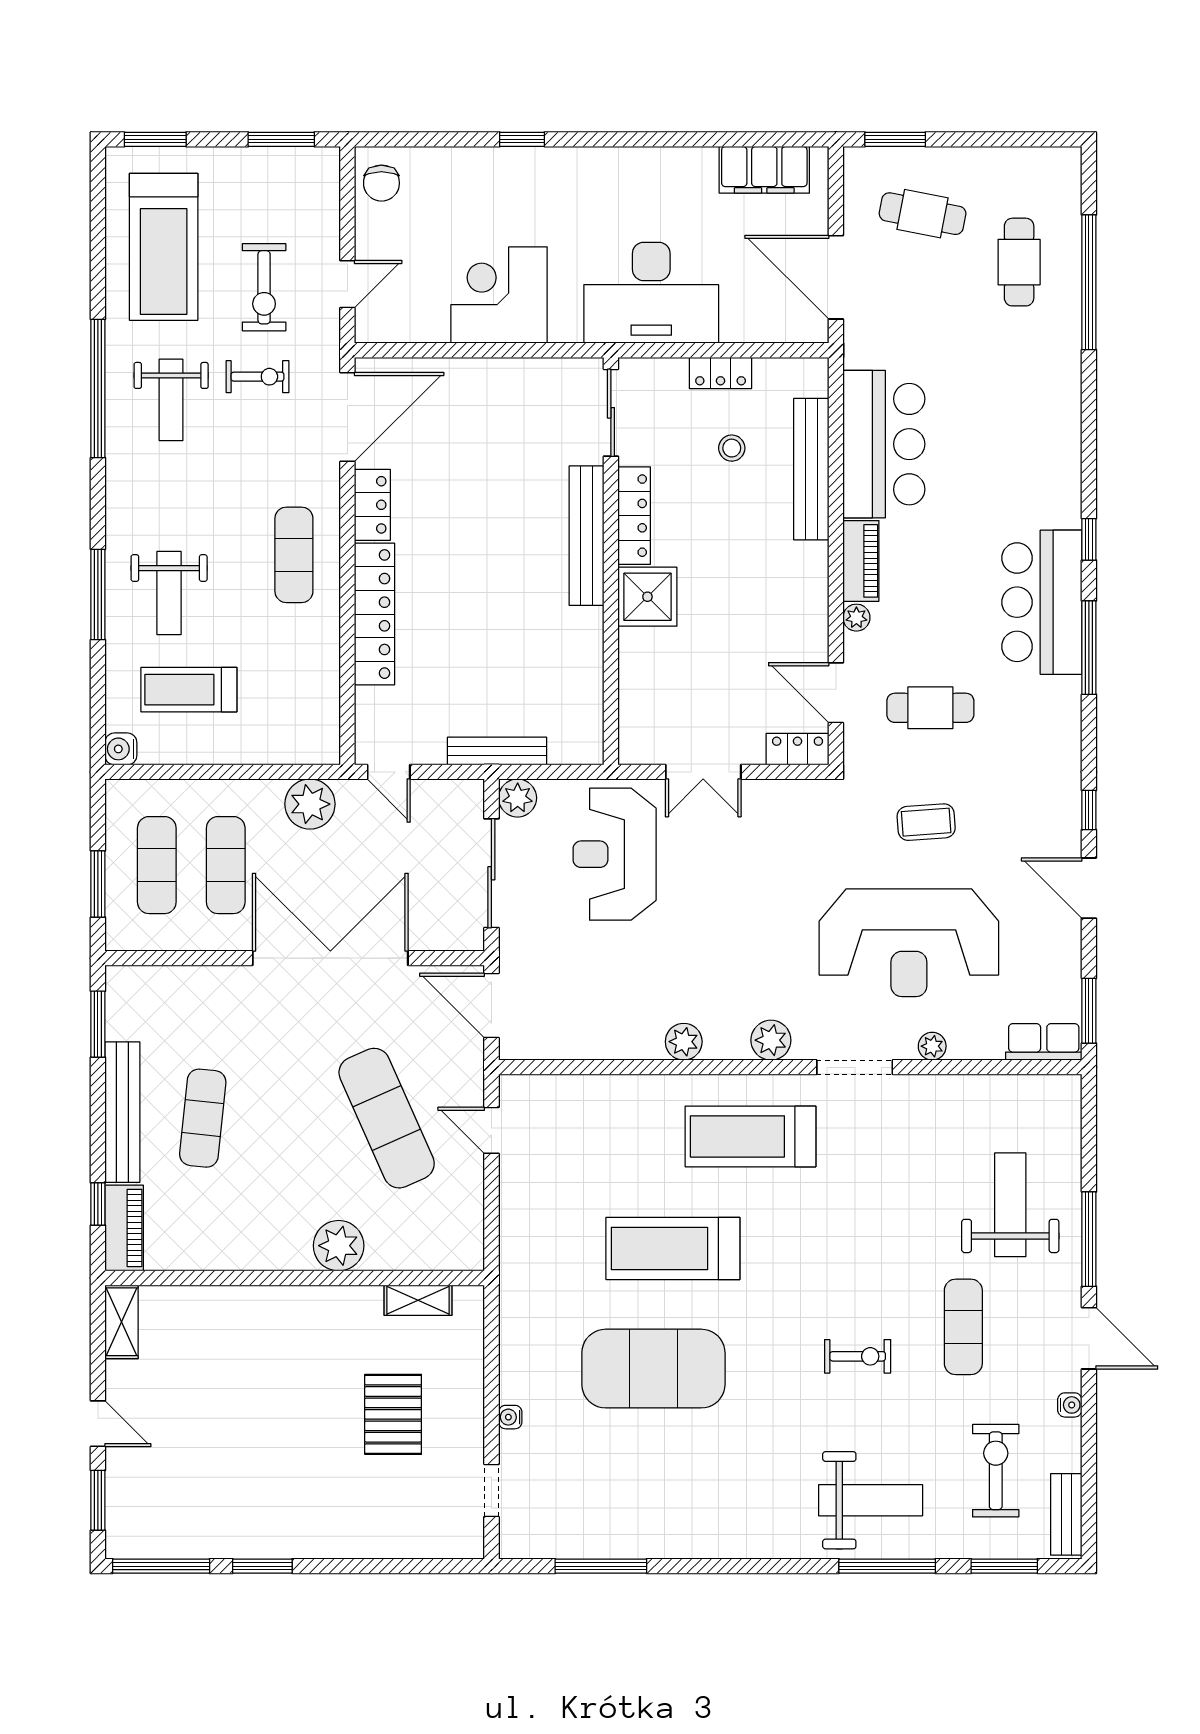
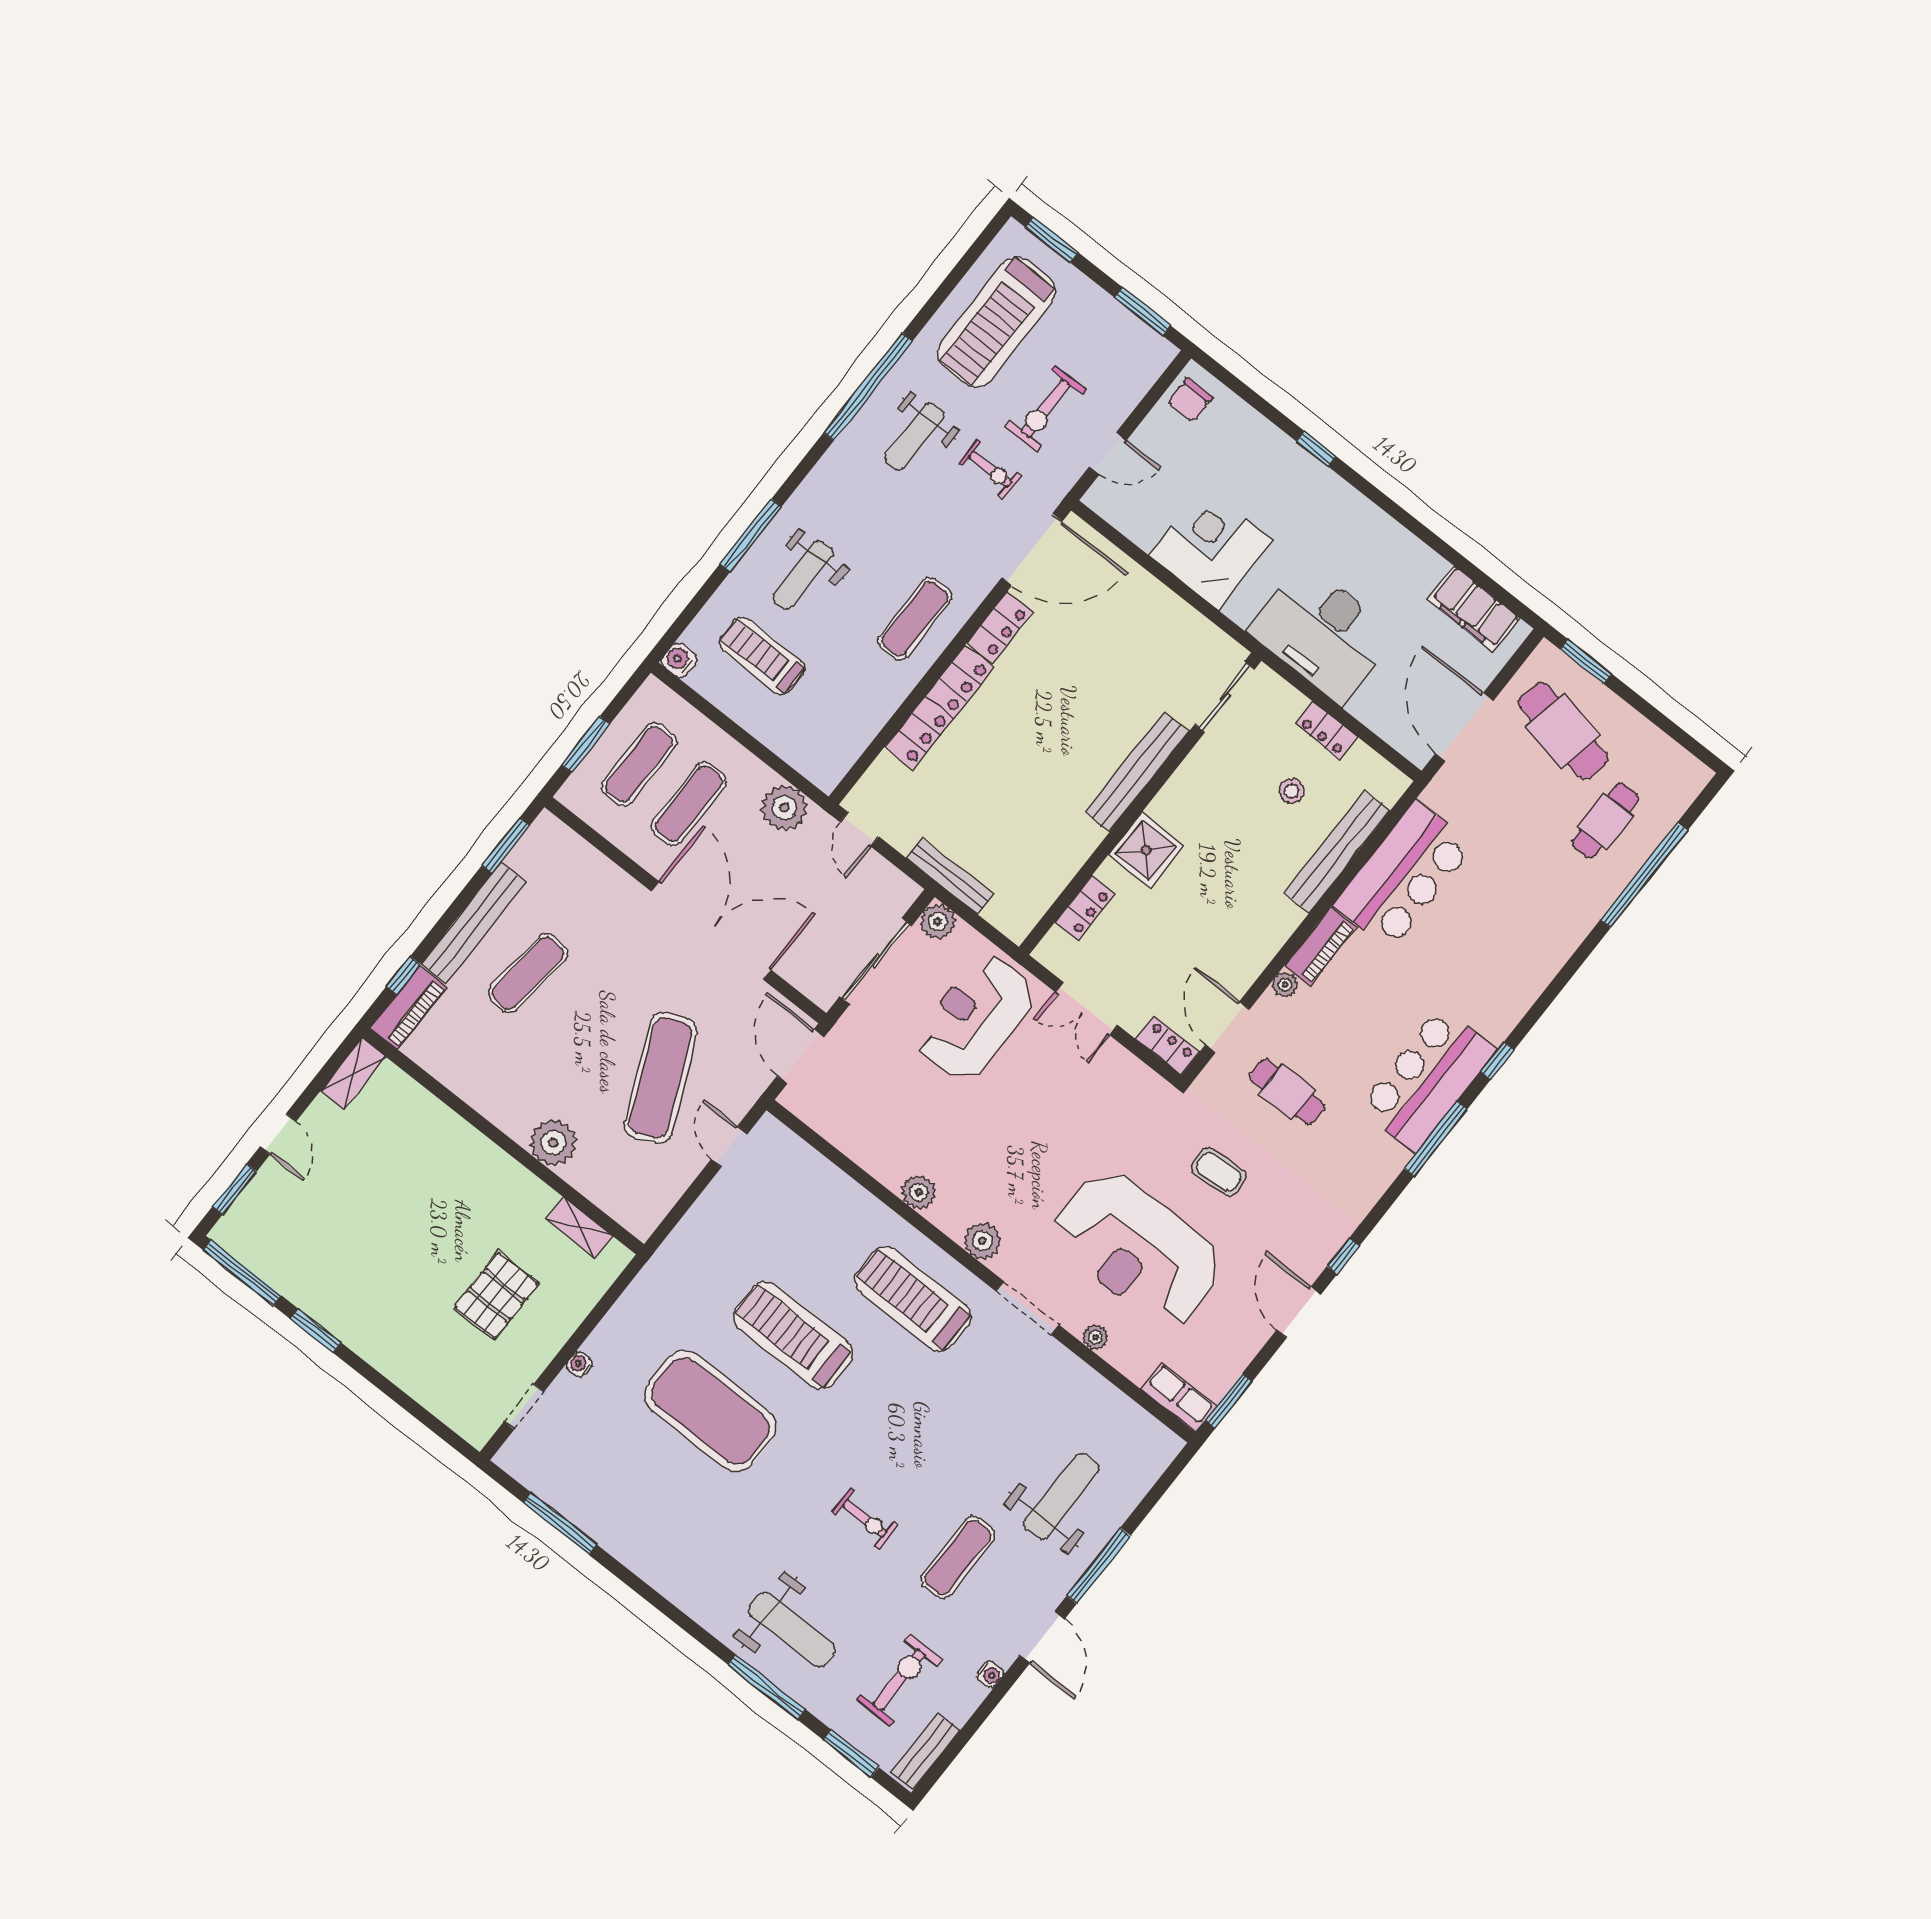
cafe table: (923, 214) -> (1563, 731), width x1.37, depth x1.35
locker: (634, 516) -> (1085, 908), moved, width x0.66

